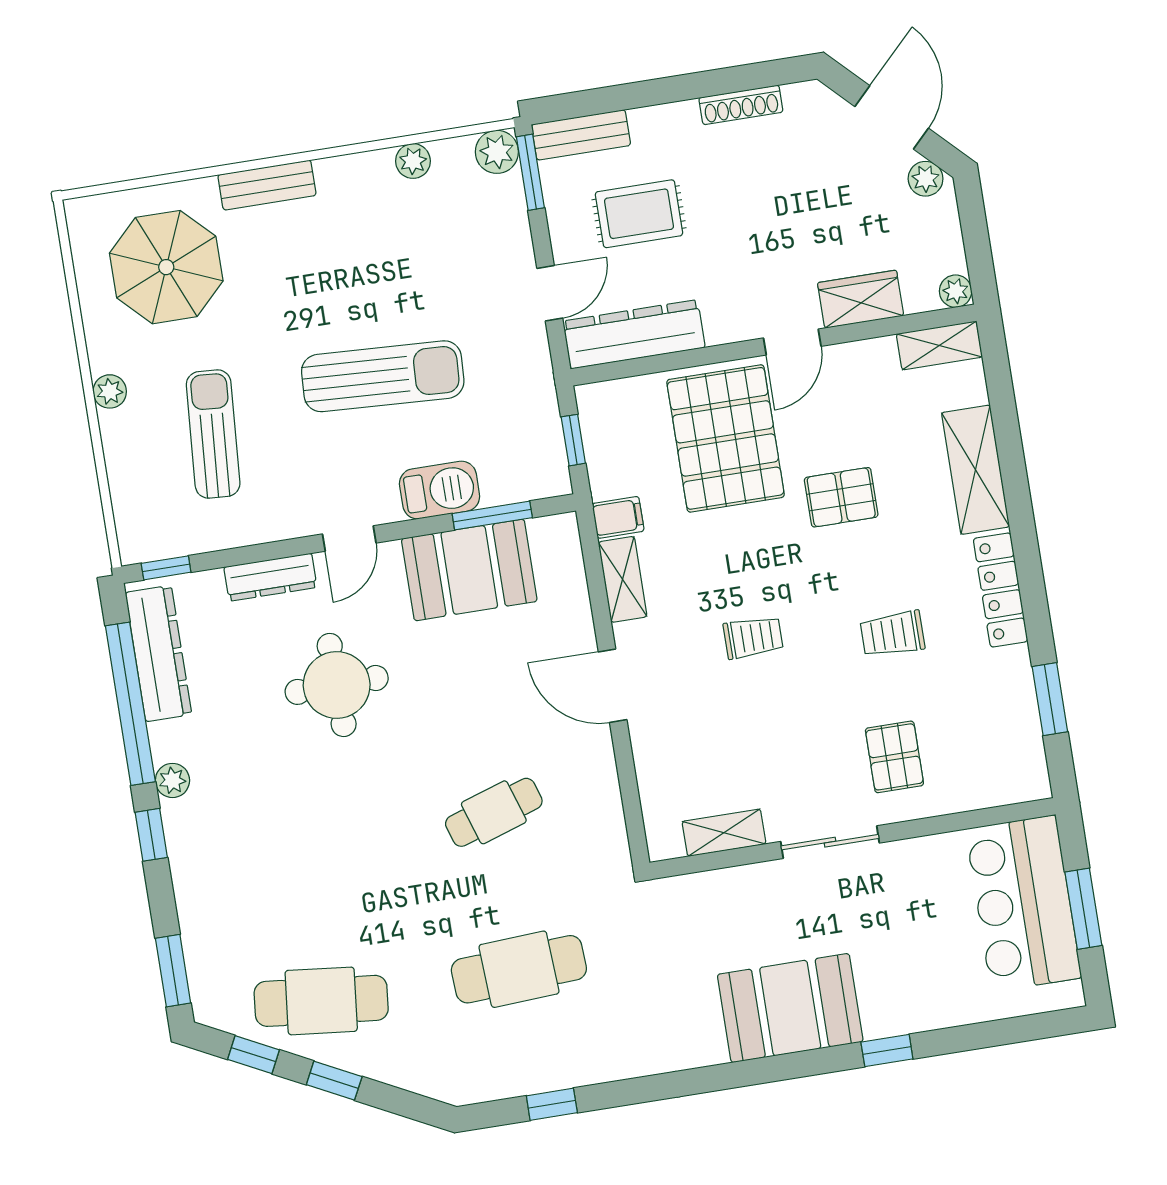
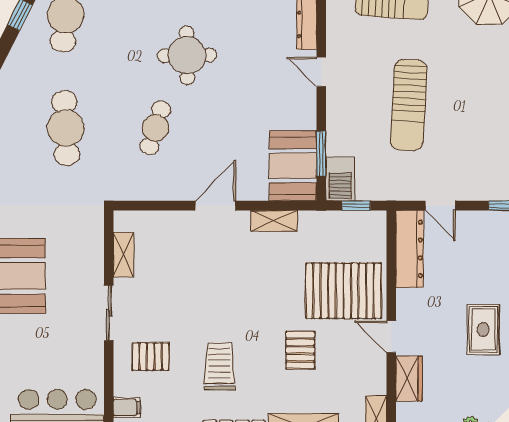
rug: (639, 214) -> (483, 330), moved
barbecue: (440, 490) -> (340, 179), moved
filing cabinet: (618, 517) -> (127, 408), moved, turned -90
booth: (469, 570) -> (293, 166), moved
trolley: (892, 634) -> (219, 366), width x1.36, depth x1.39
trolley: (753, 637) -> (230, 288), removed
round table: (337, 685) -> (187, 55), moved
cafe table: (494, 812) -> (155, 128), turned 36

